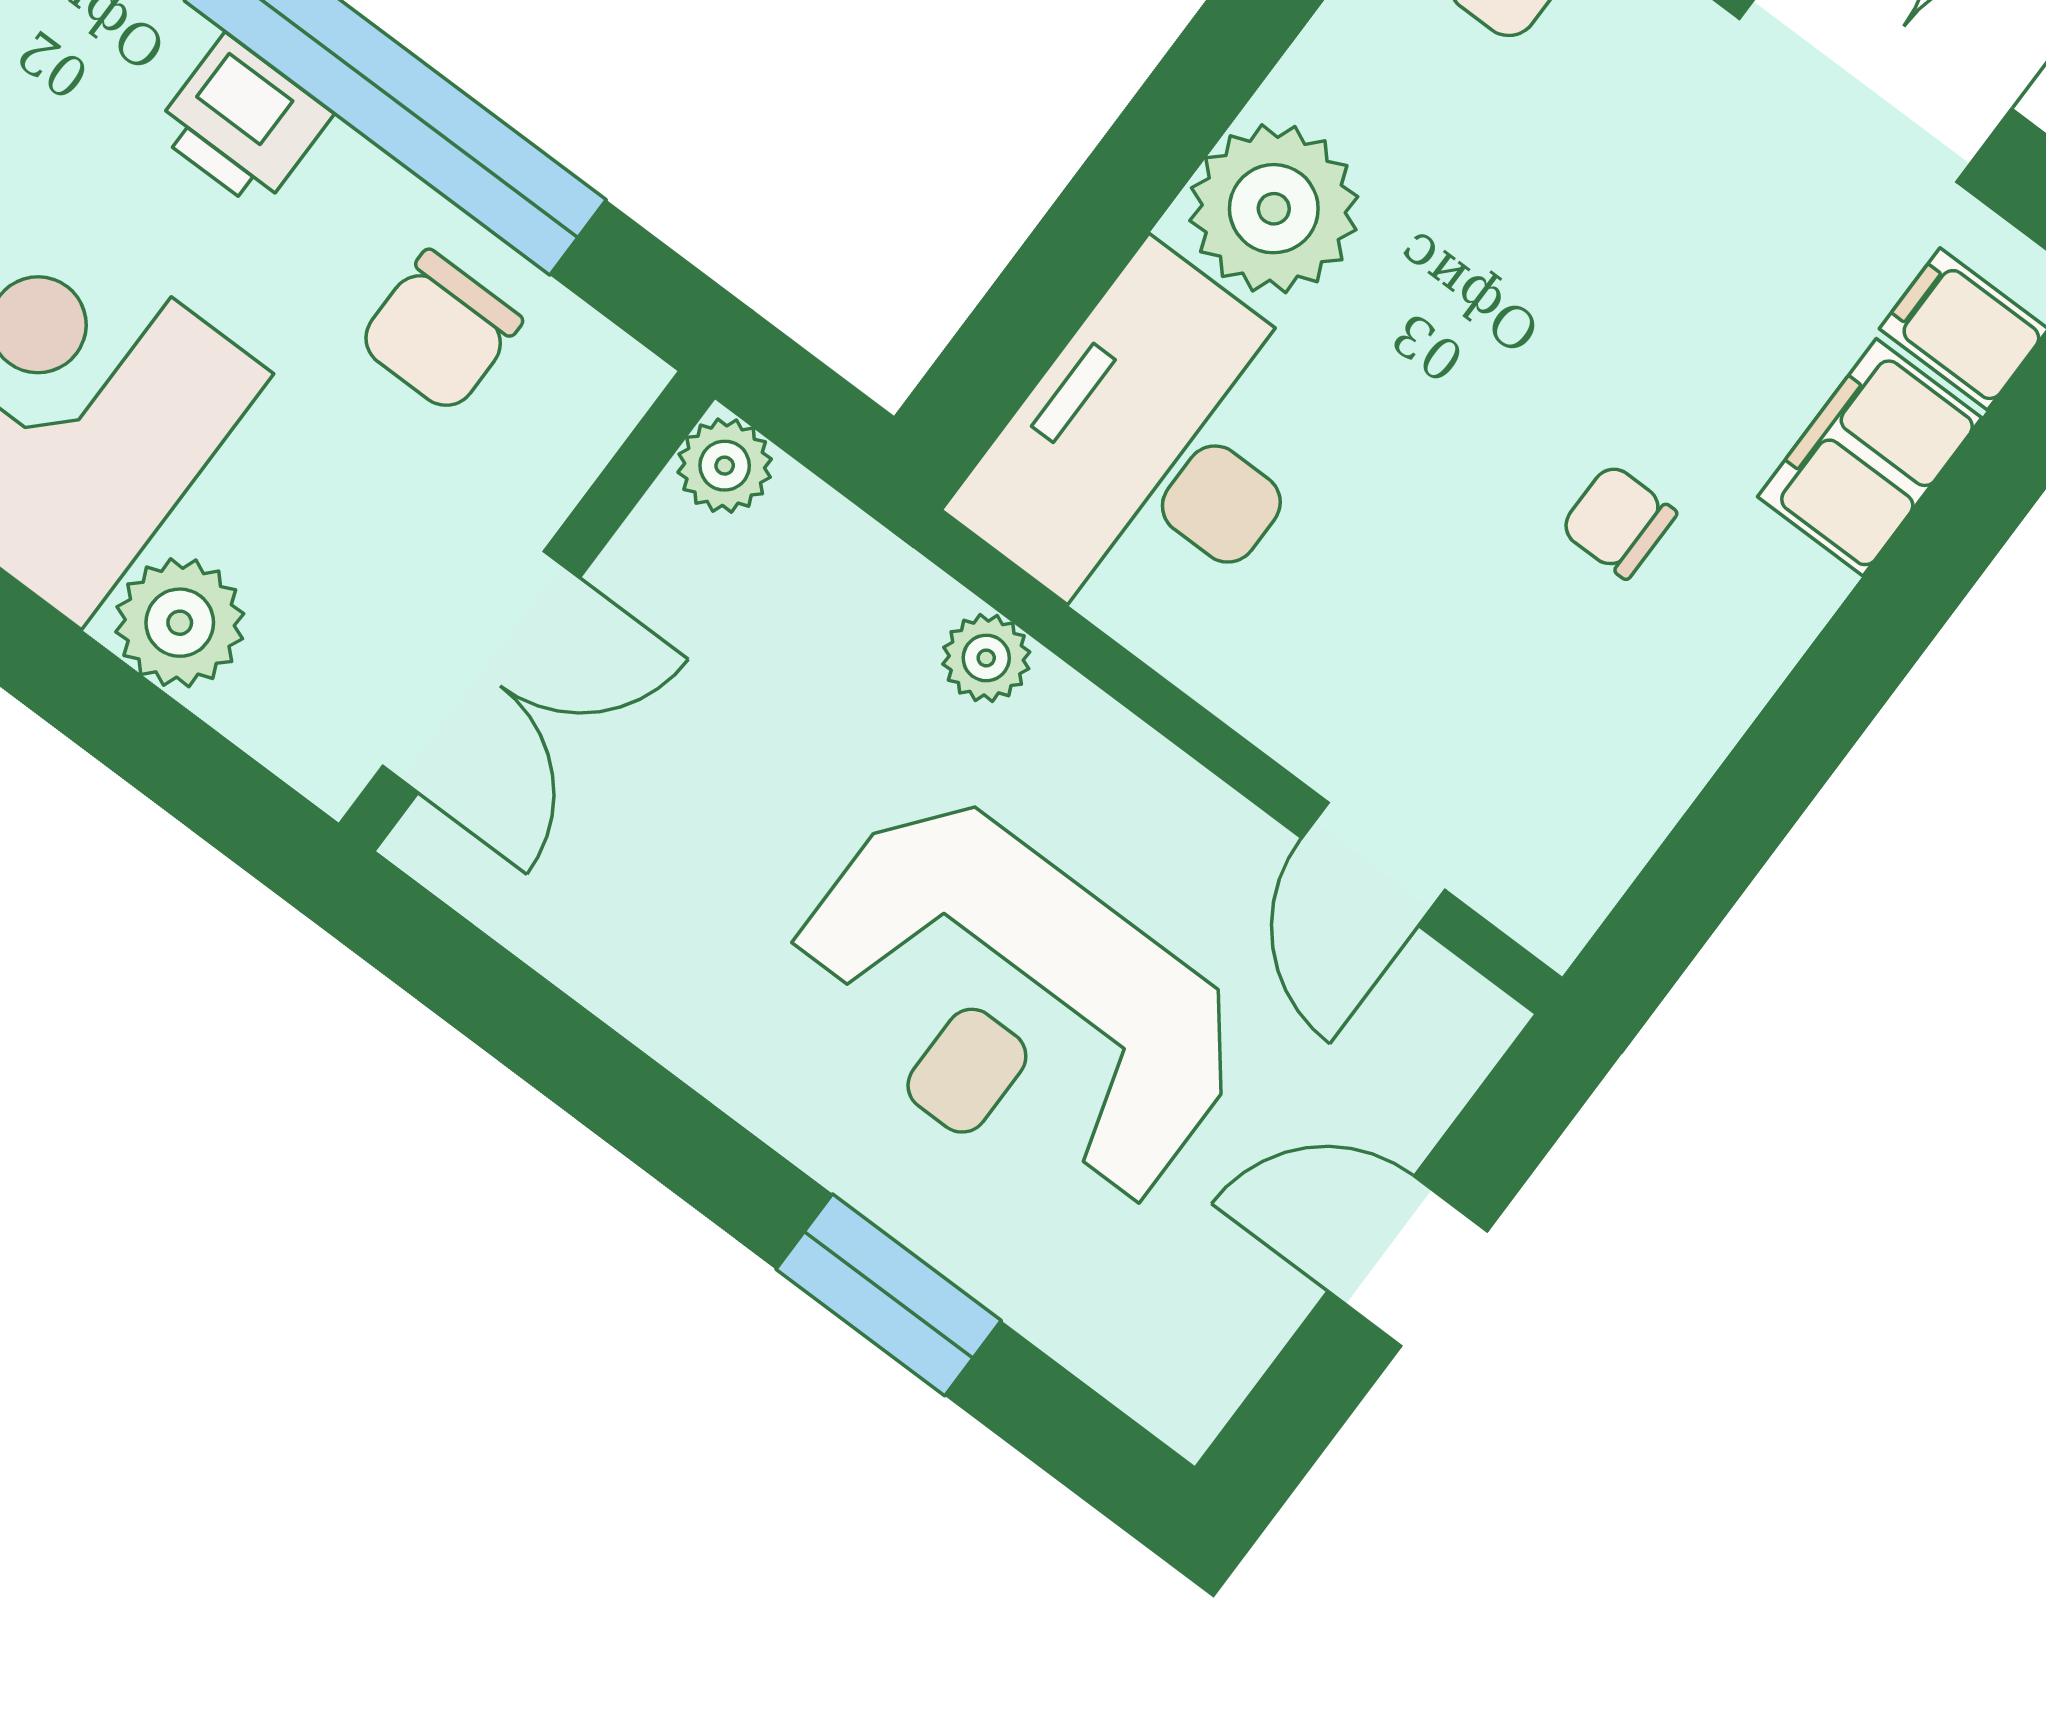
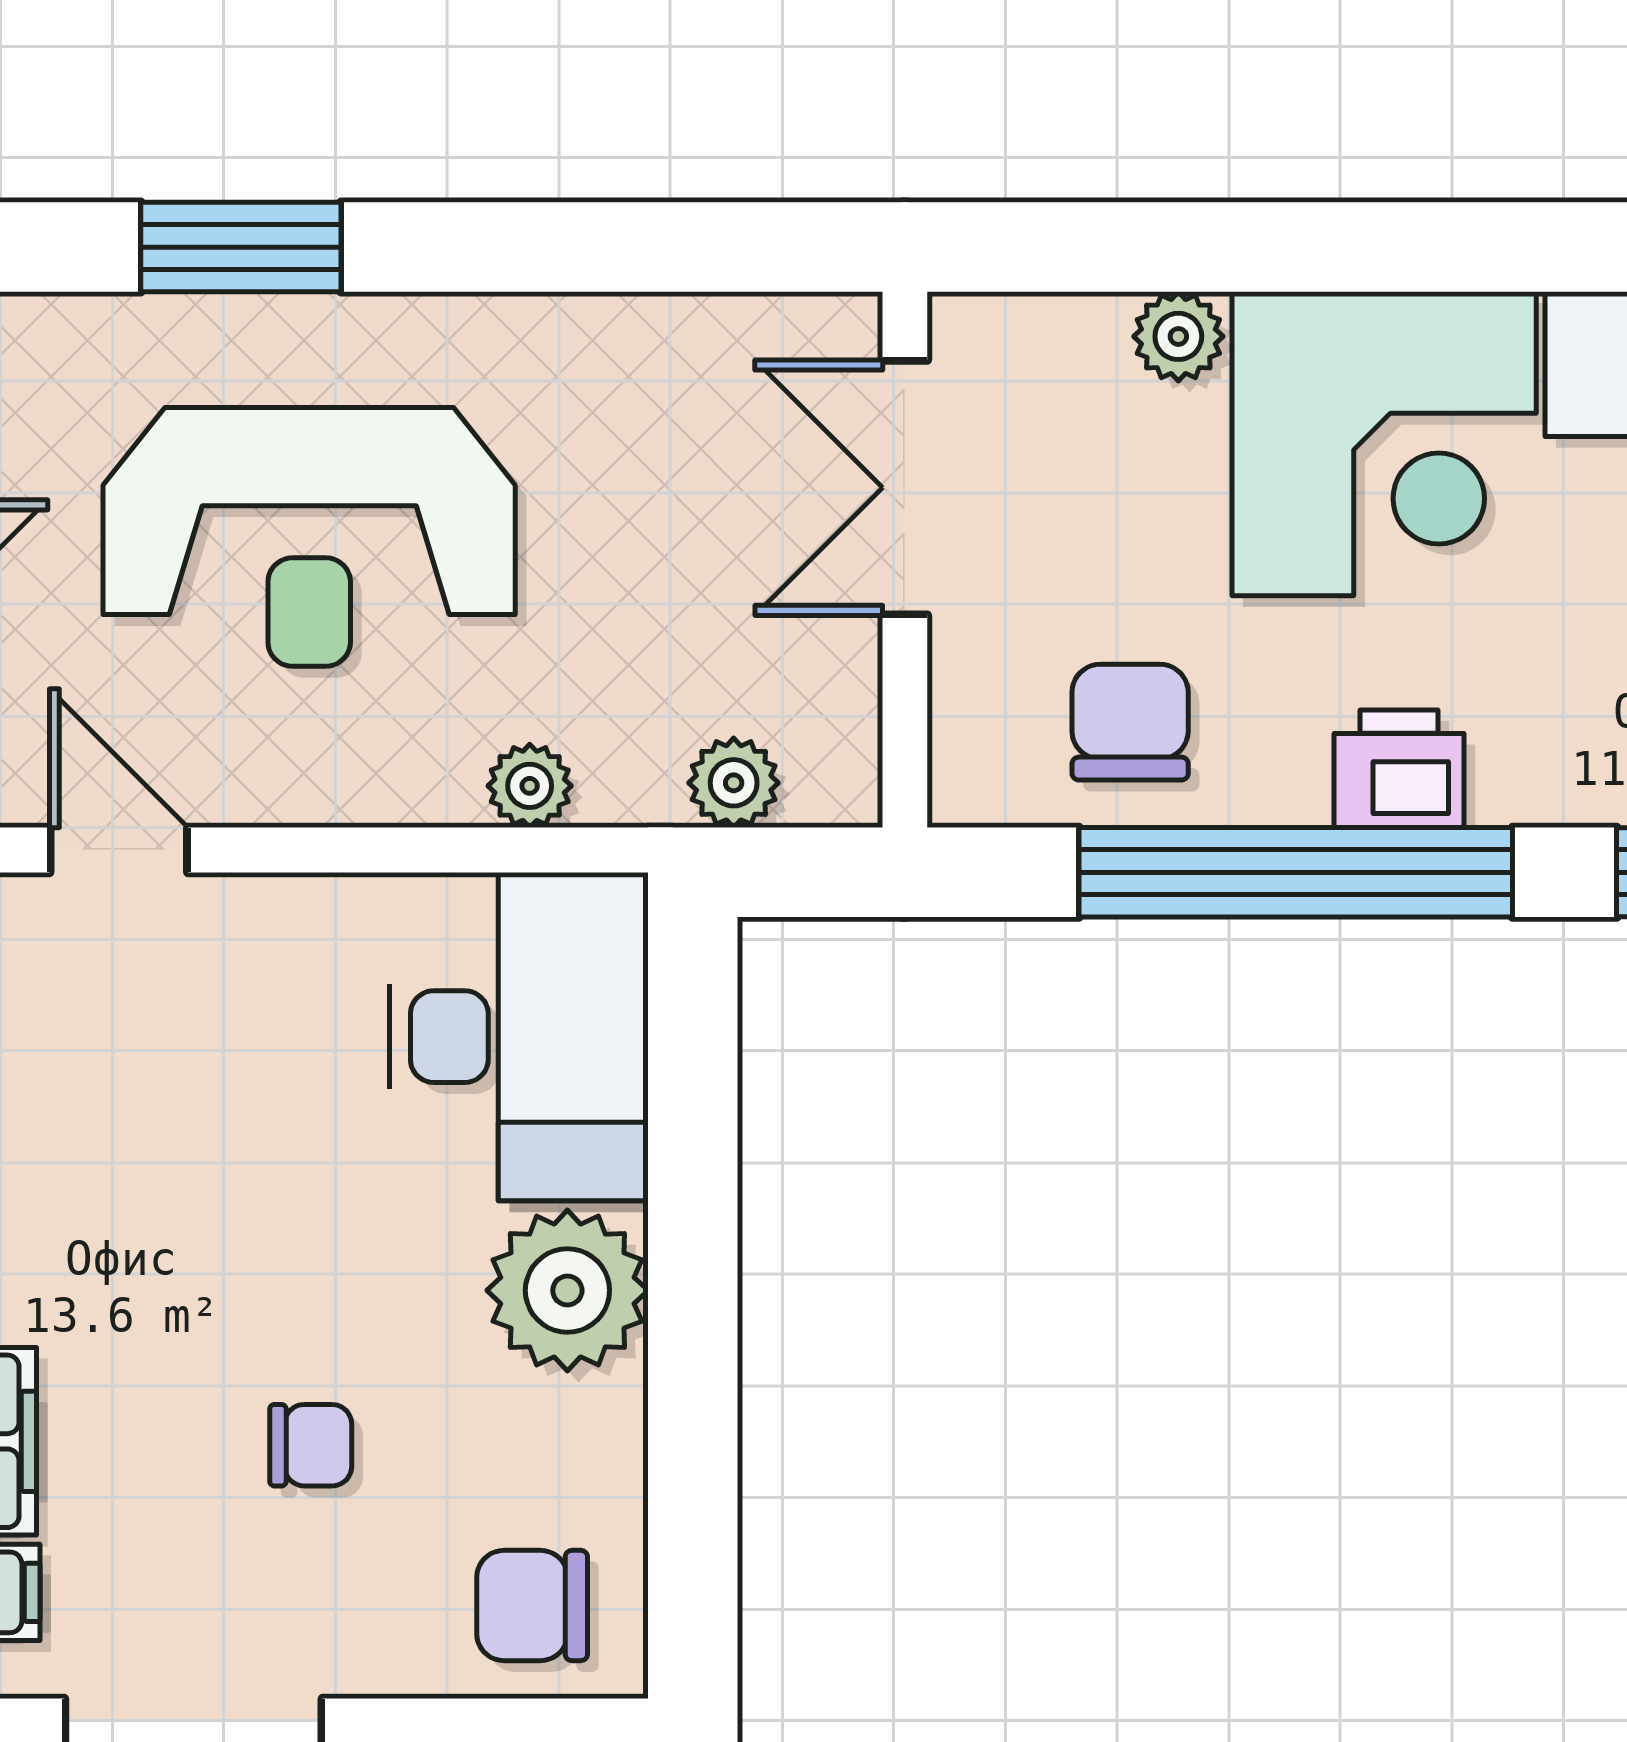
plant: (725, 466) -> (734, 783), moved
chair: (1618, 521) -> (311, 1445), moved
plant: (180, 623) -> (1178, 336), width x0.73, depth x0.73
reception desk: (1014, 1007) -> (309, 537), turned 180

